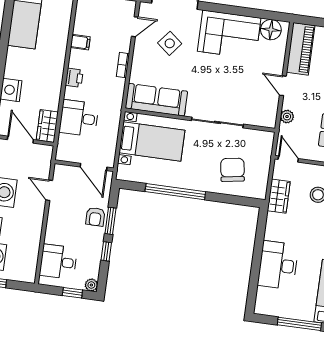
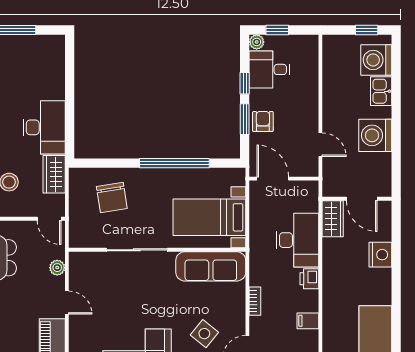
desk: (79, 118) -> (297, 240), width x1.37
desk: (58, 262) -> (269, 69), moved, turned 180
desk: (278, 265) -> (44, 127), moved

